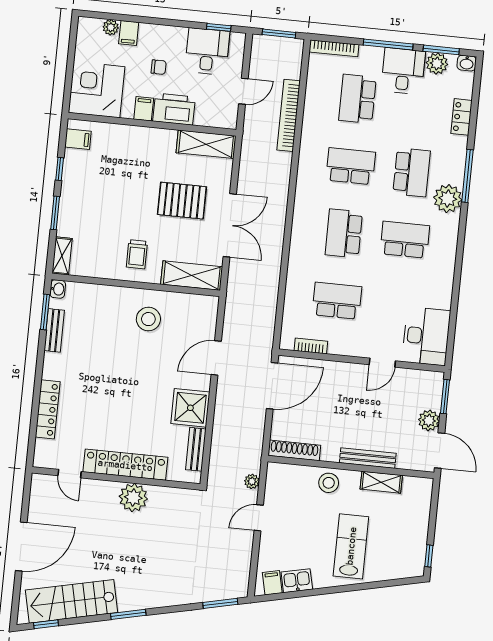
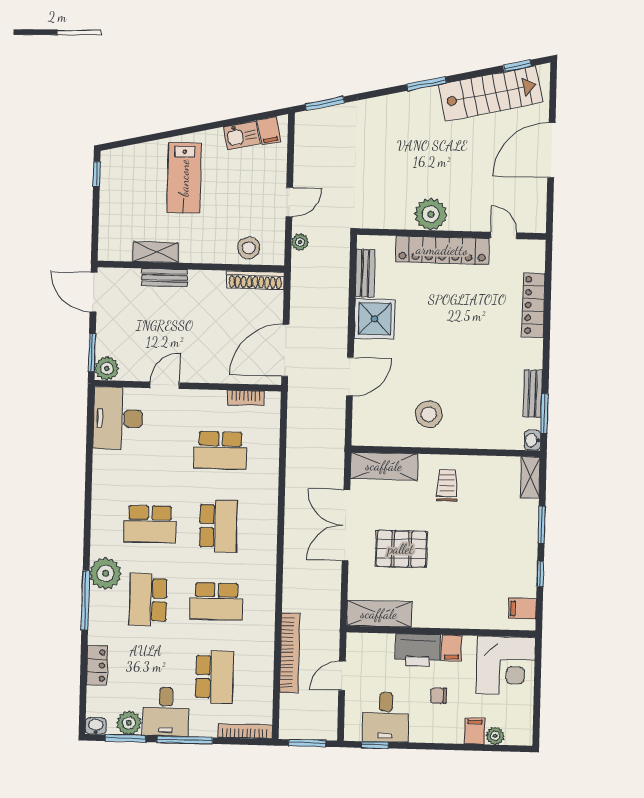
plant: (429, 420) -> (107, 368), moved
bench: (368, 458) -> (165, 278), width x0.73
stool: (329, 483) -> (249, 248), moved

